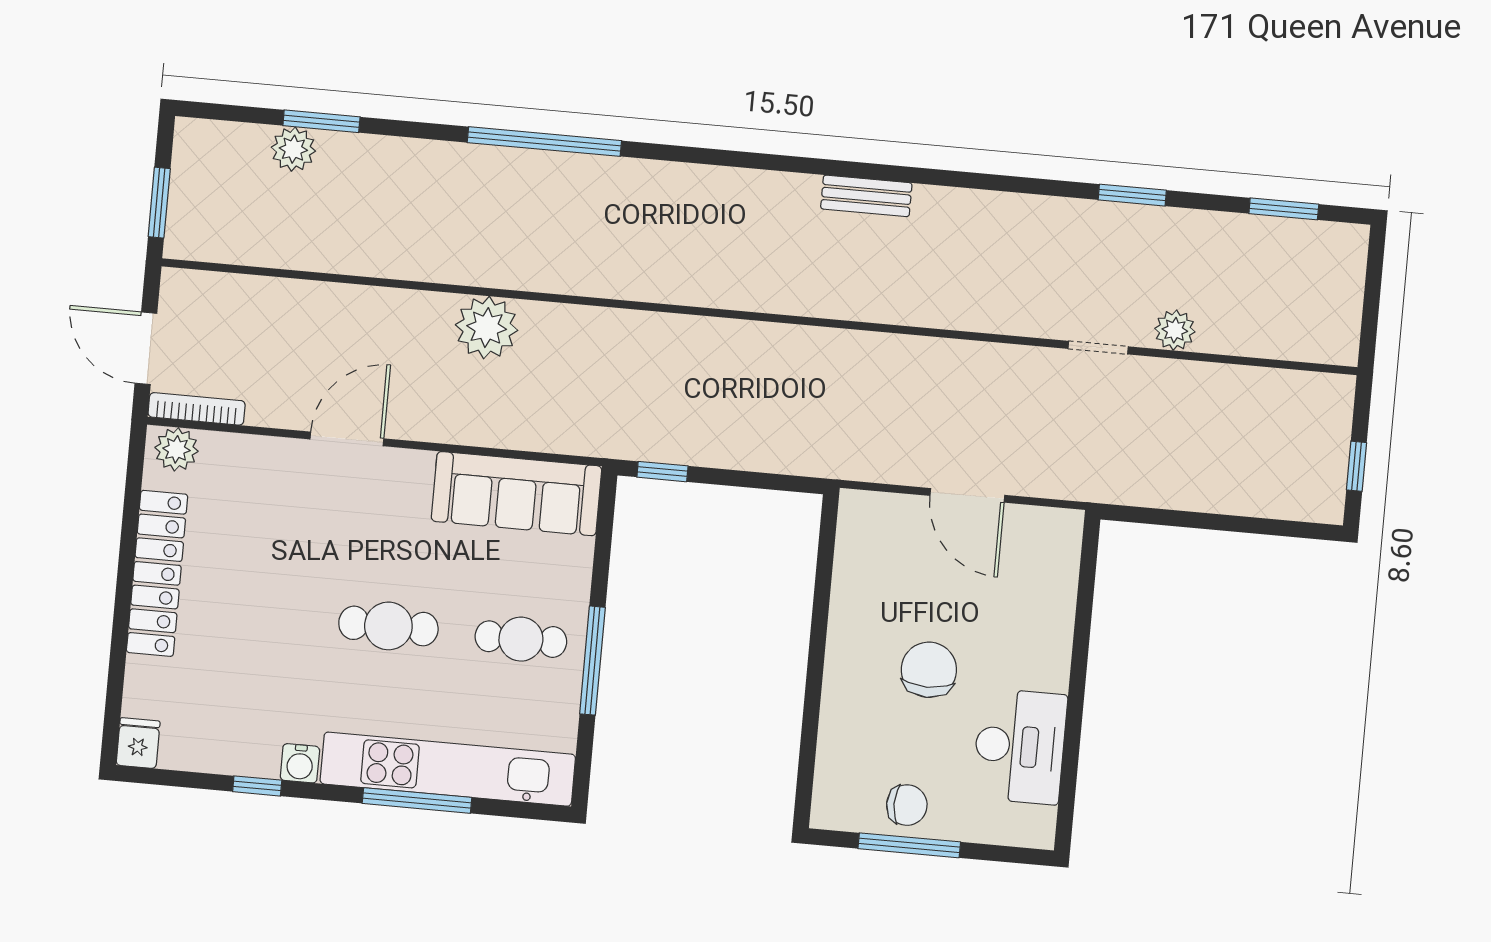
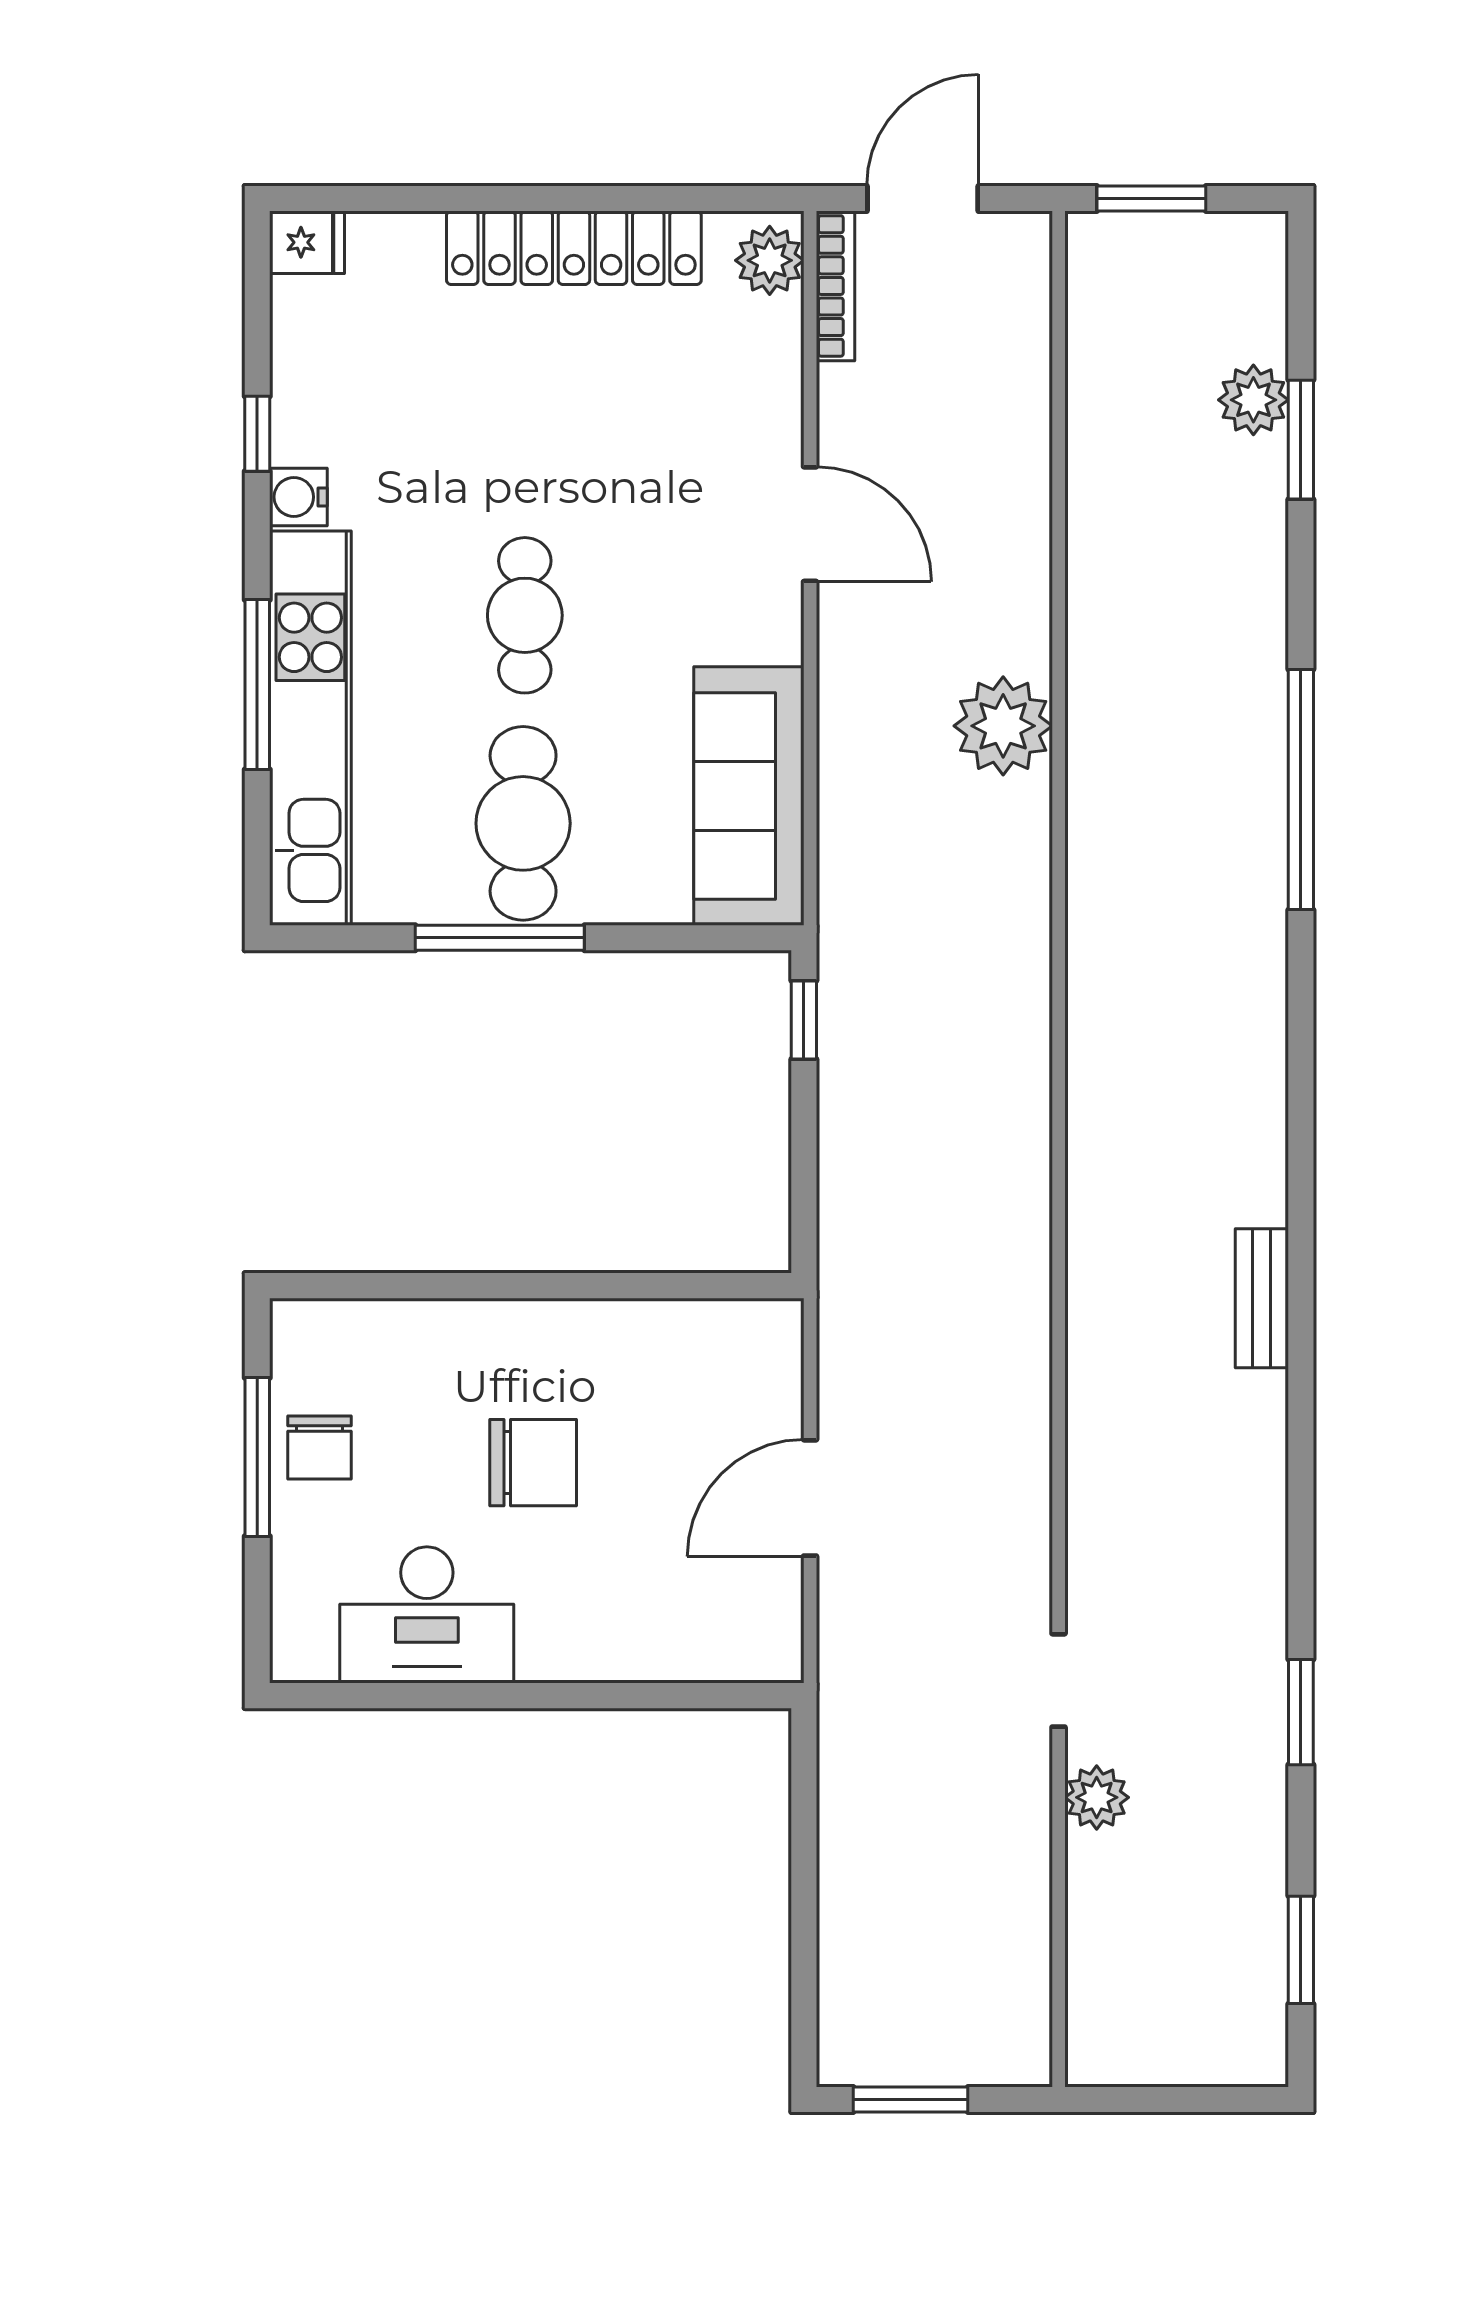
window: (1356, 466) -> (911, 2099), width x1.50
cafe table: (521, 639) -> (523, 823), width x1.37, depth x1.35

